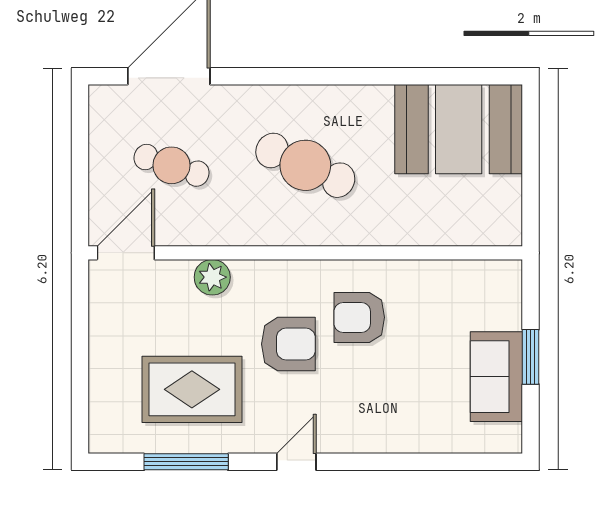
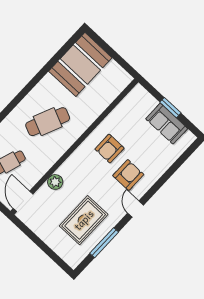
armchair: (288, 344) -> (128, 175), moved

